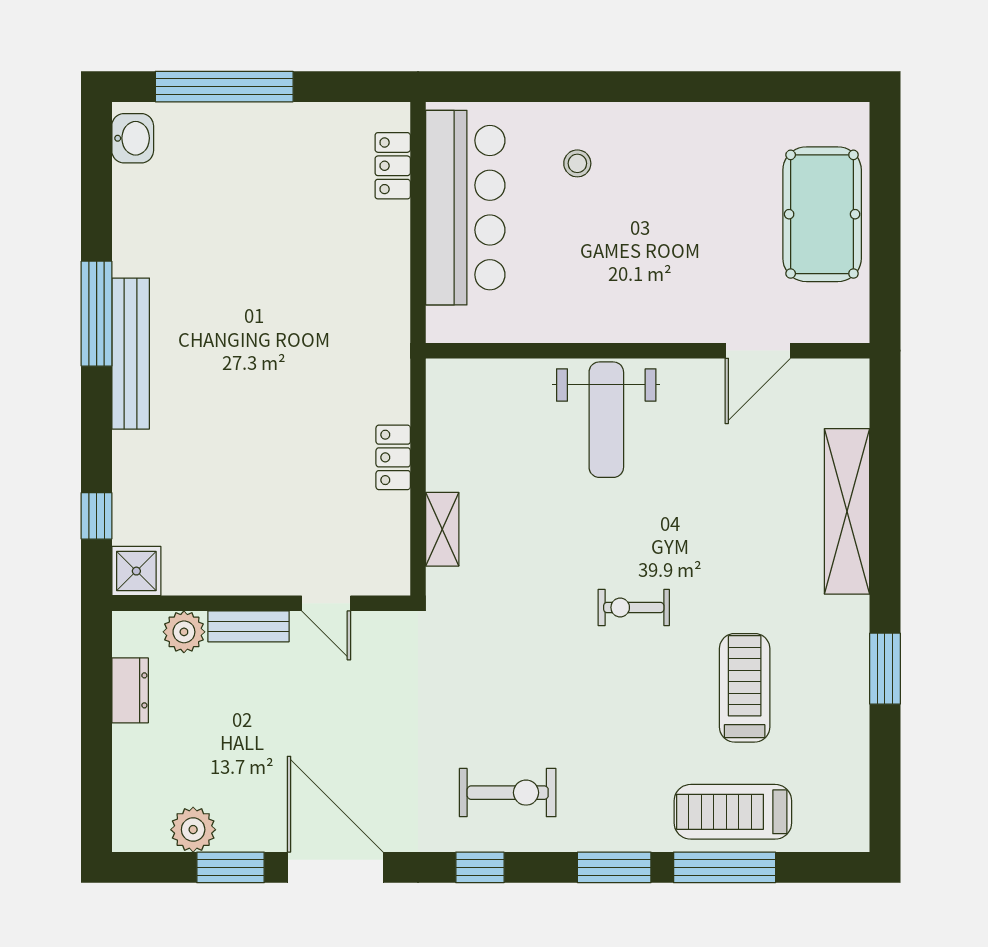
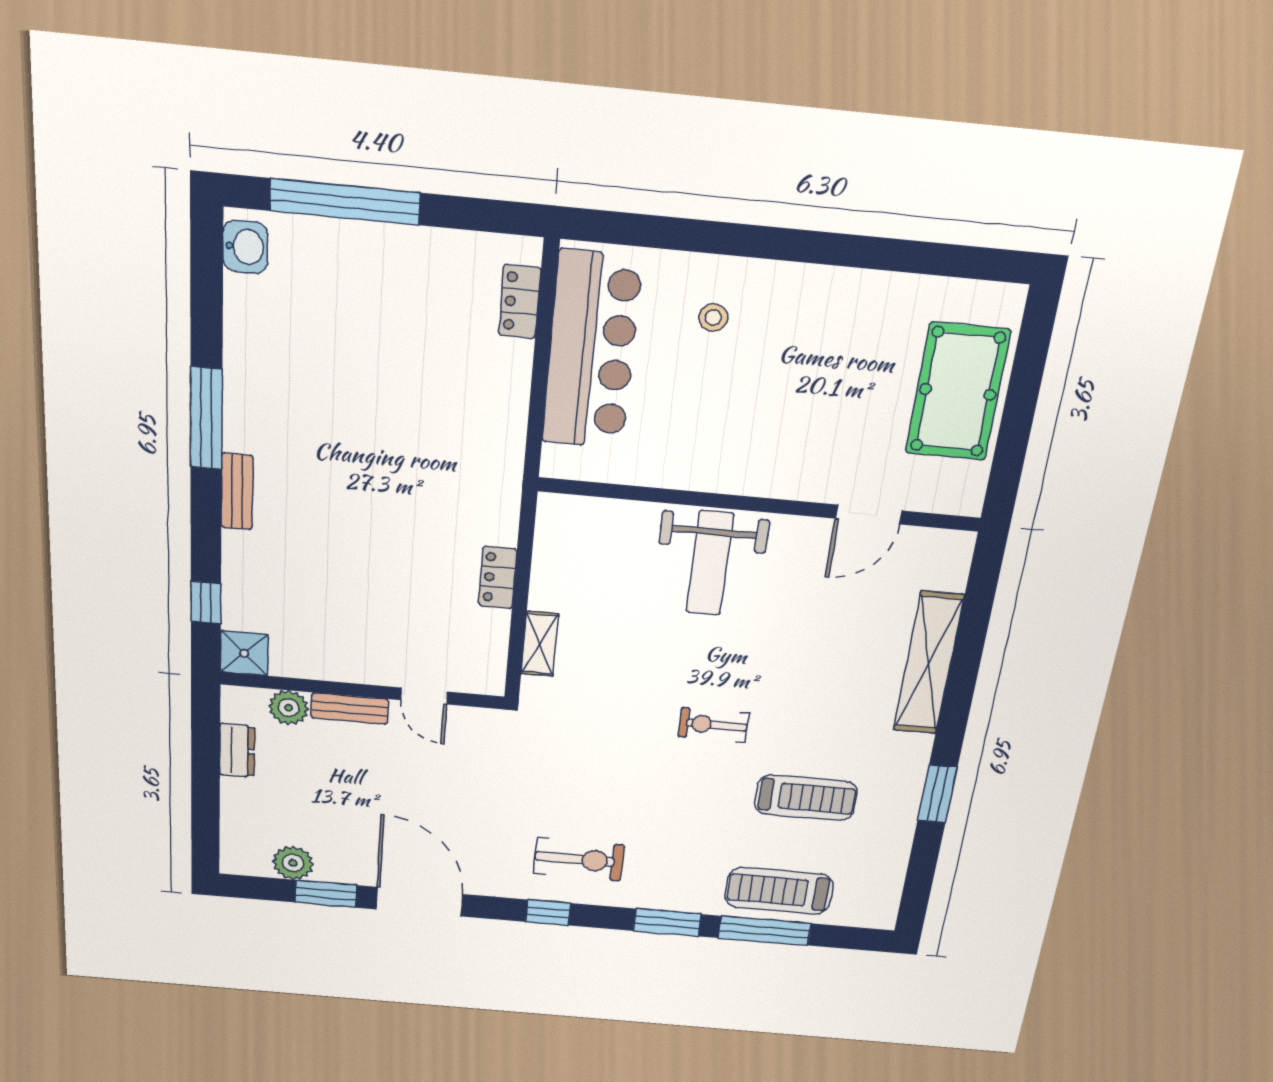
bench: (131, 354) -> (237, 492), width x0.54, depth x0.82
treadmill: (745, 688) -> (806, 798), turned 90

